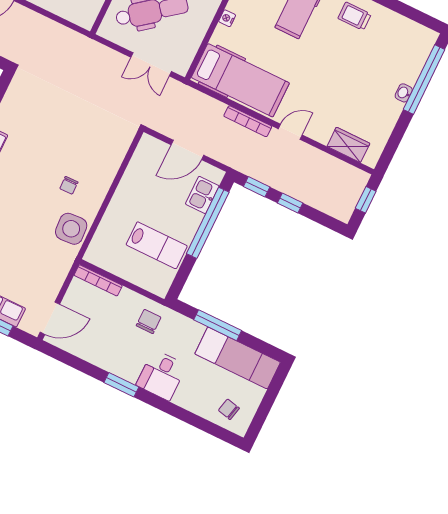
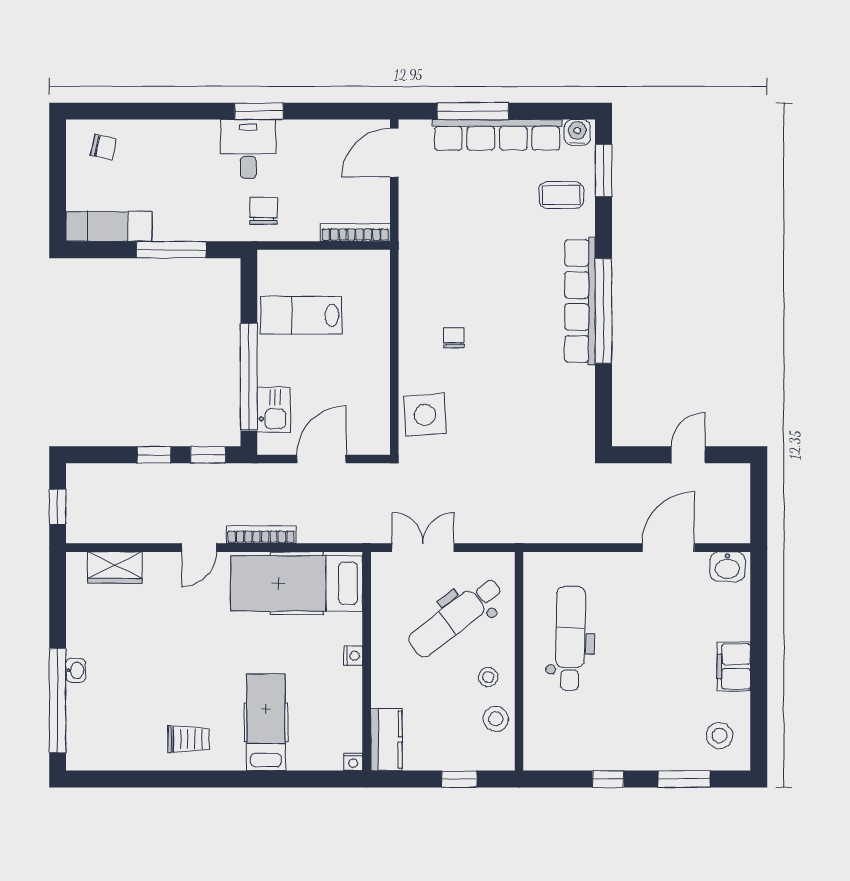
side table: (71, 229) -> (425, 415), moved
chair: (149, 321) -> (264, 211), turned 180
exam couch: (238, 358) -> (109, 226), width x0.73, depth x0.69
desk: (161, 375) -> (248, 149), moved

